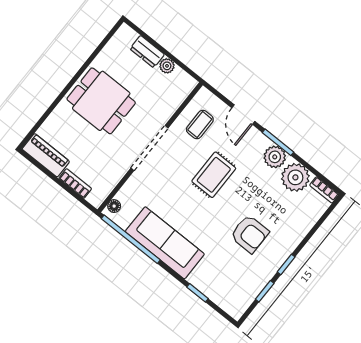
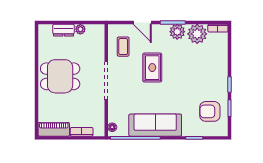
armchair: (250, 234) -> (210, 111), moved, turned 180

